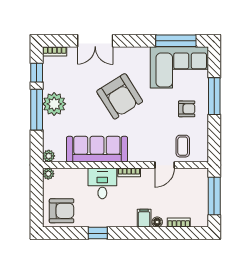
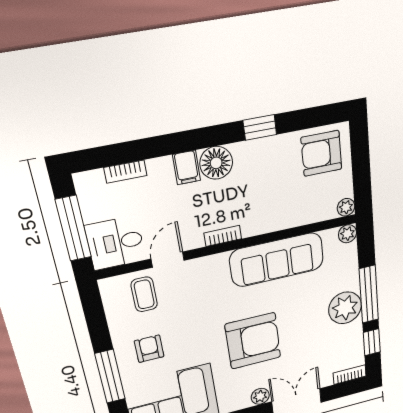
plant: (120, 53) -> (260, 396), added
armchair: (120, 96) -> (253, 341), turned 122
armchair: (187, 109) -> (149, 349), turned 90
desk: (102, 183) -> (115, 243), moved, turned 90
floor lamp: (157, 222) -> (216, 163), moved, width x1.89, depth x1.89

